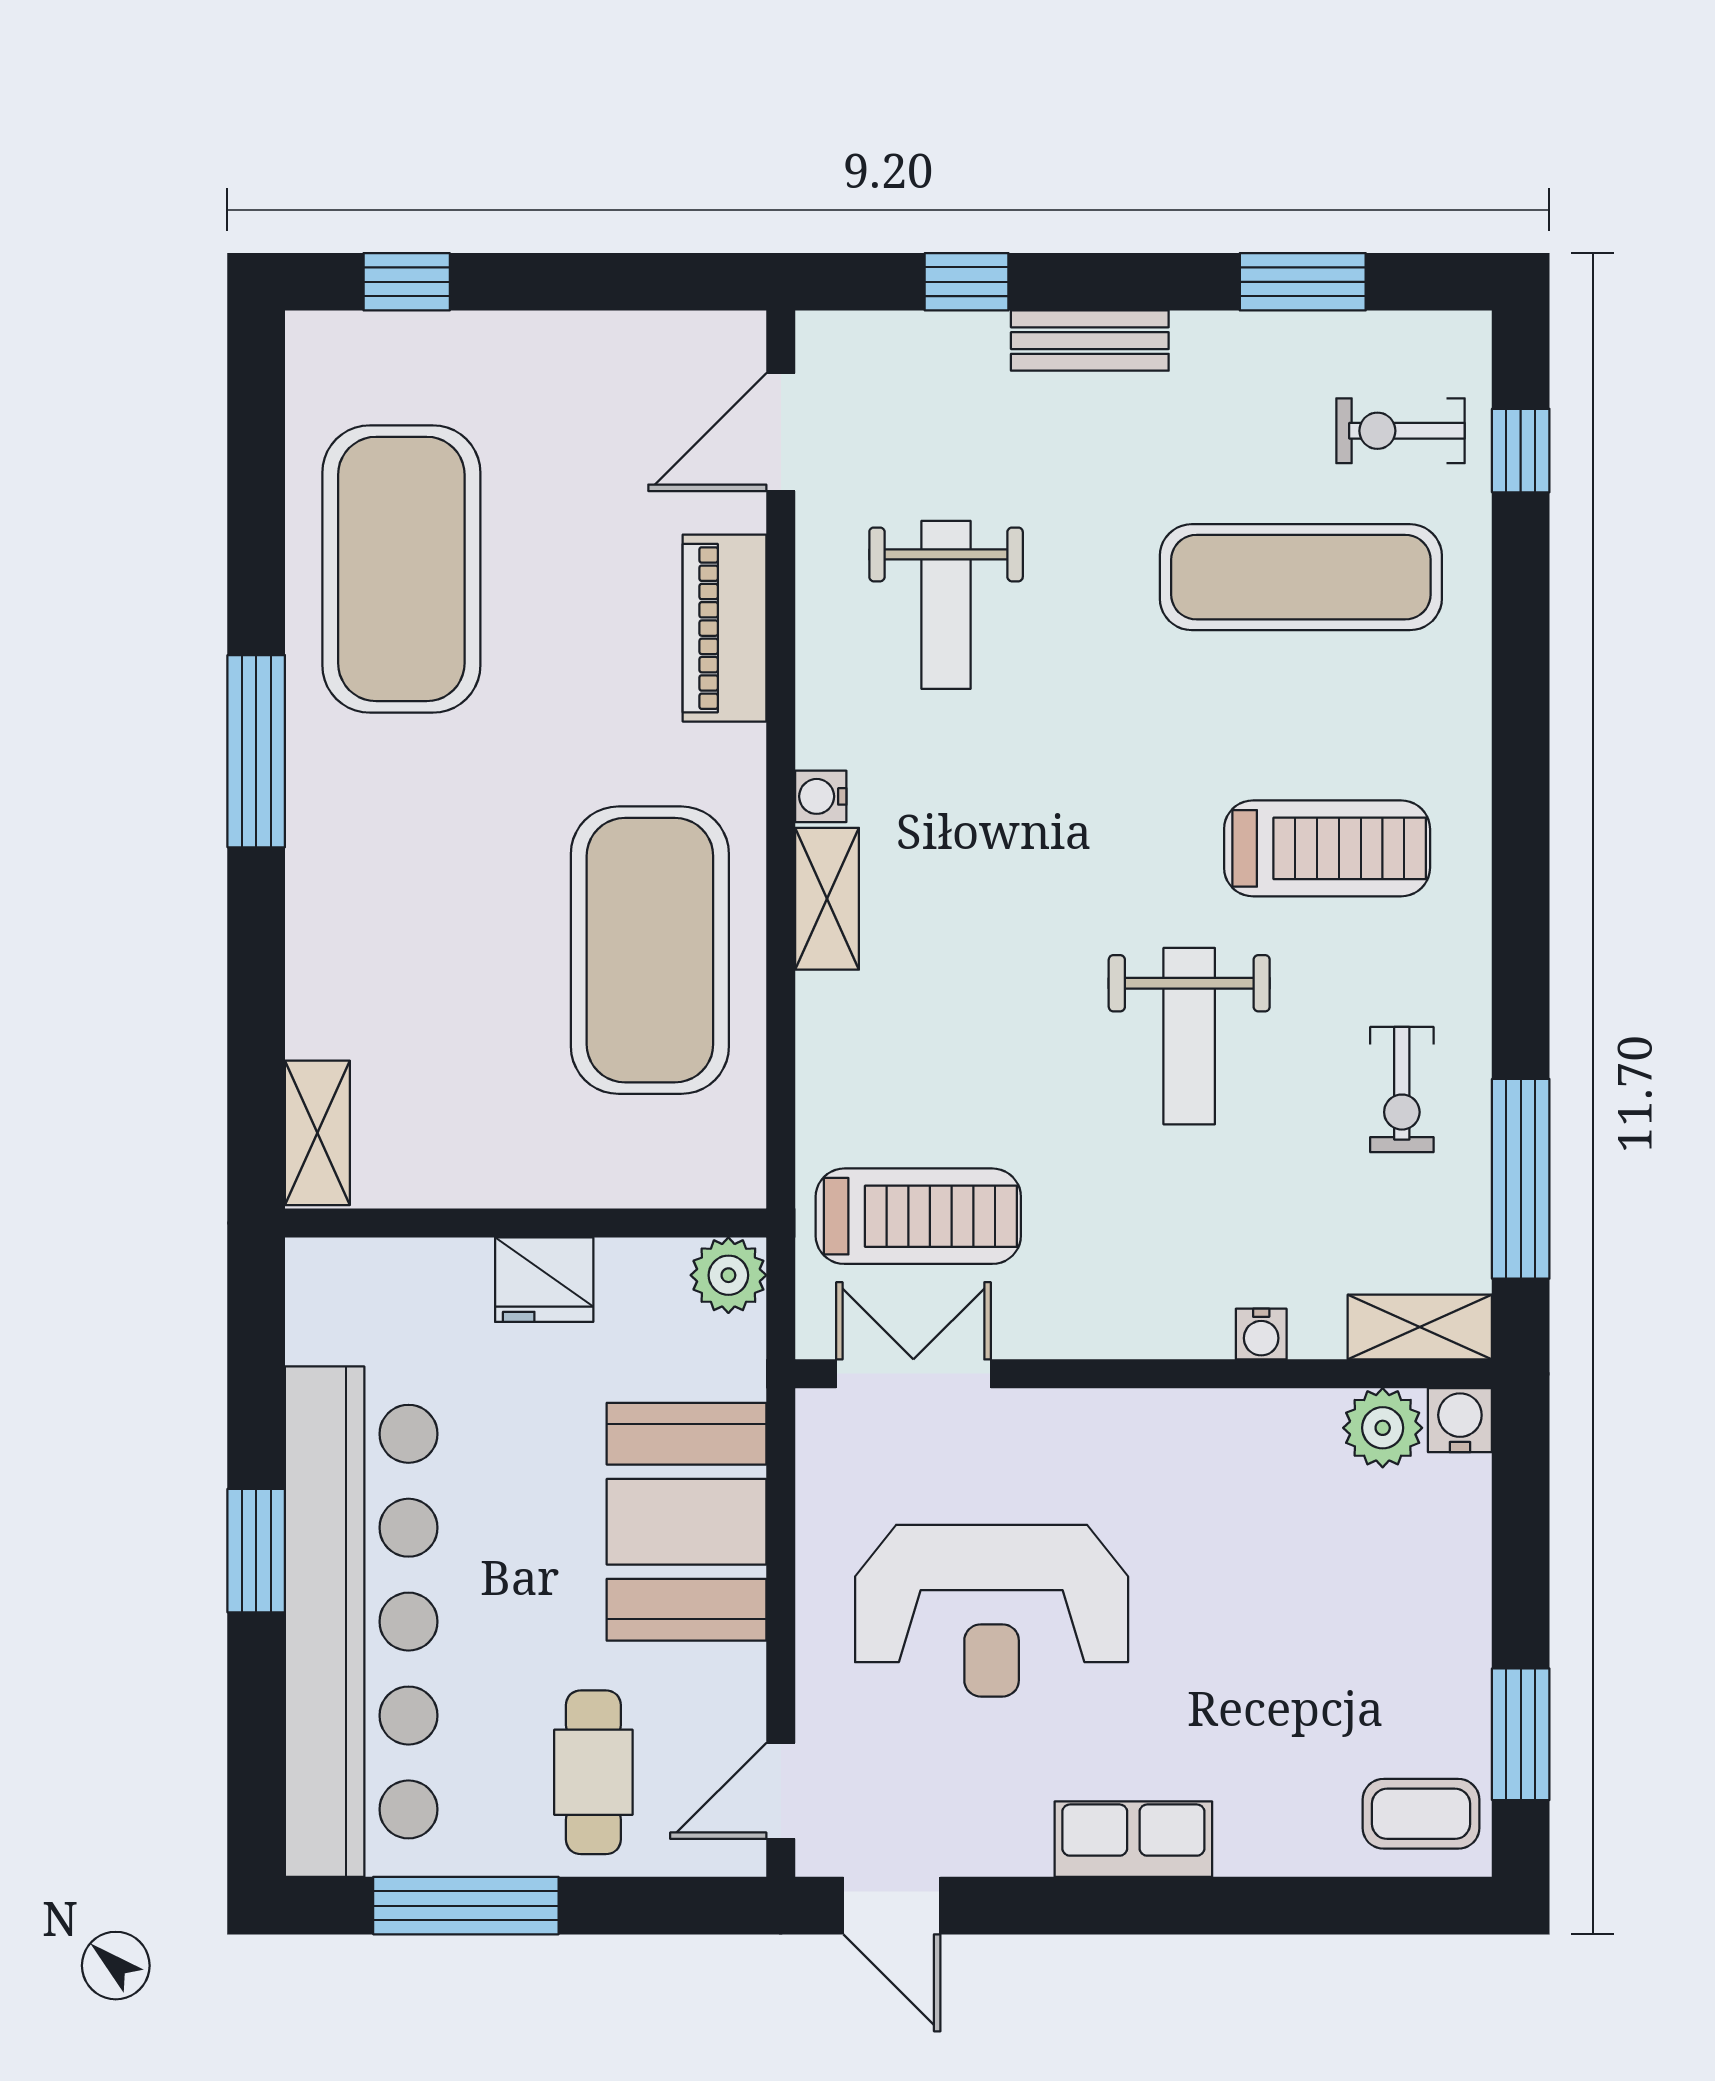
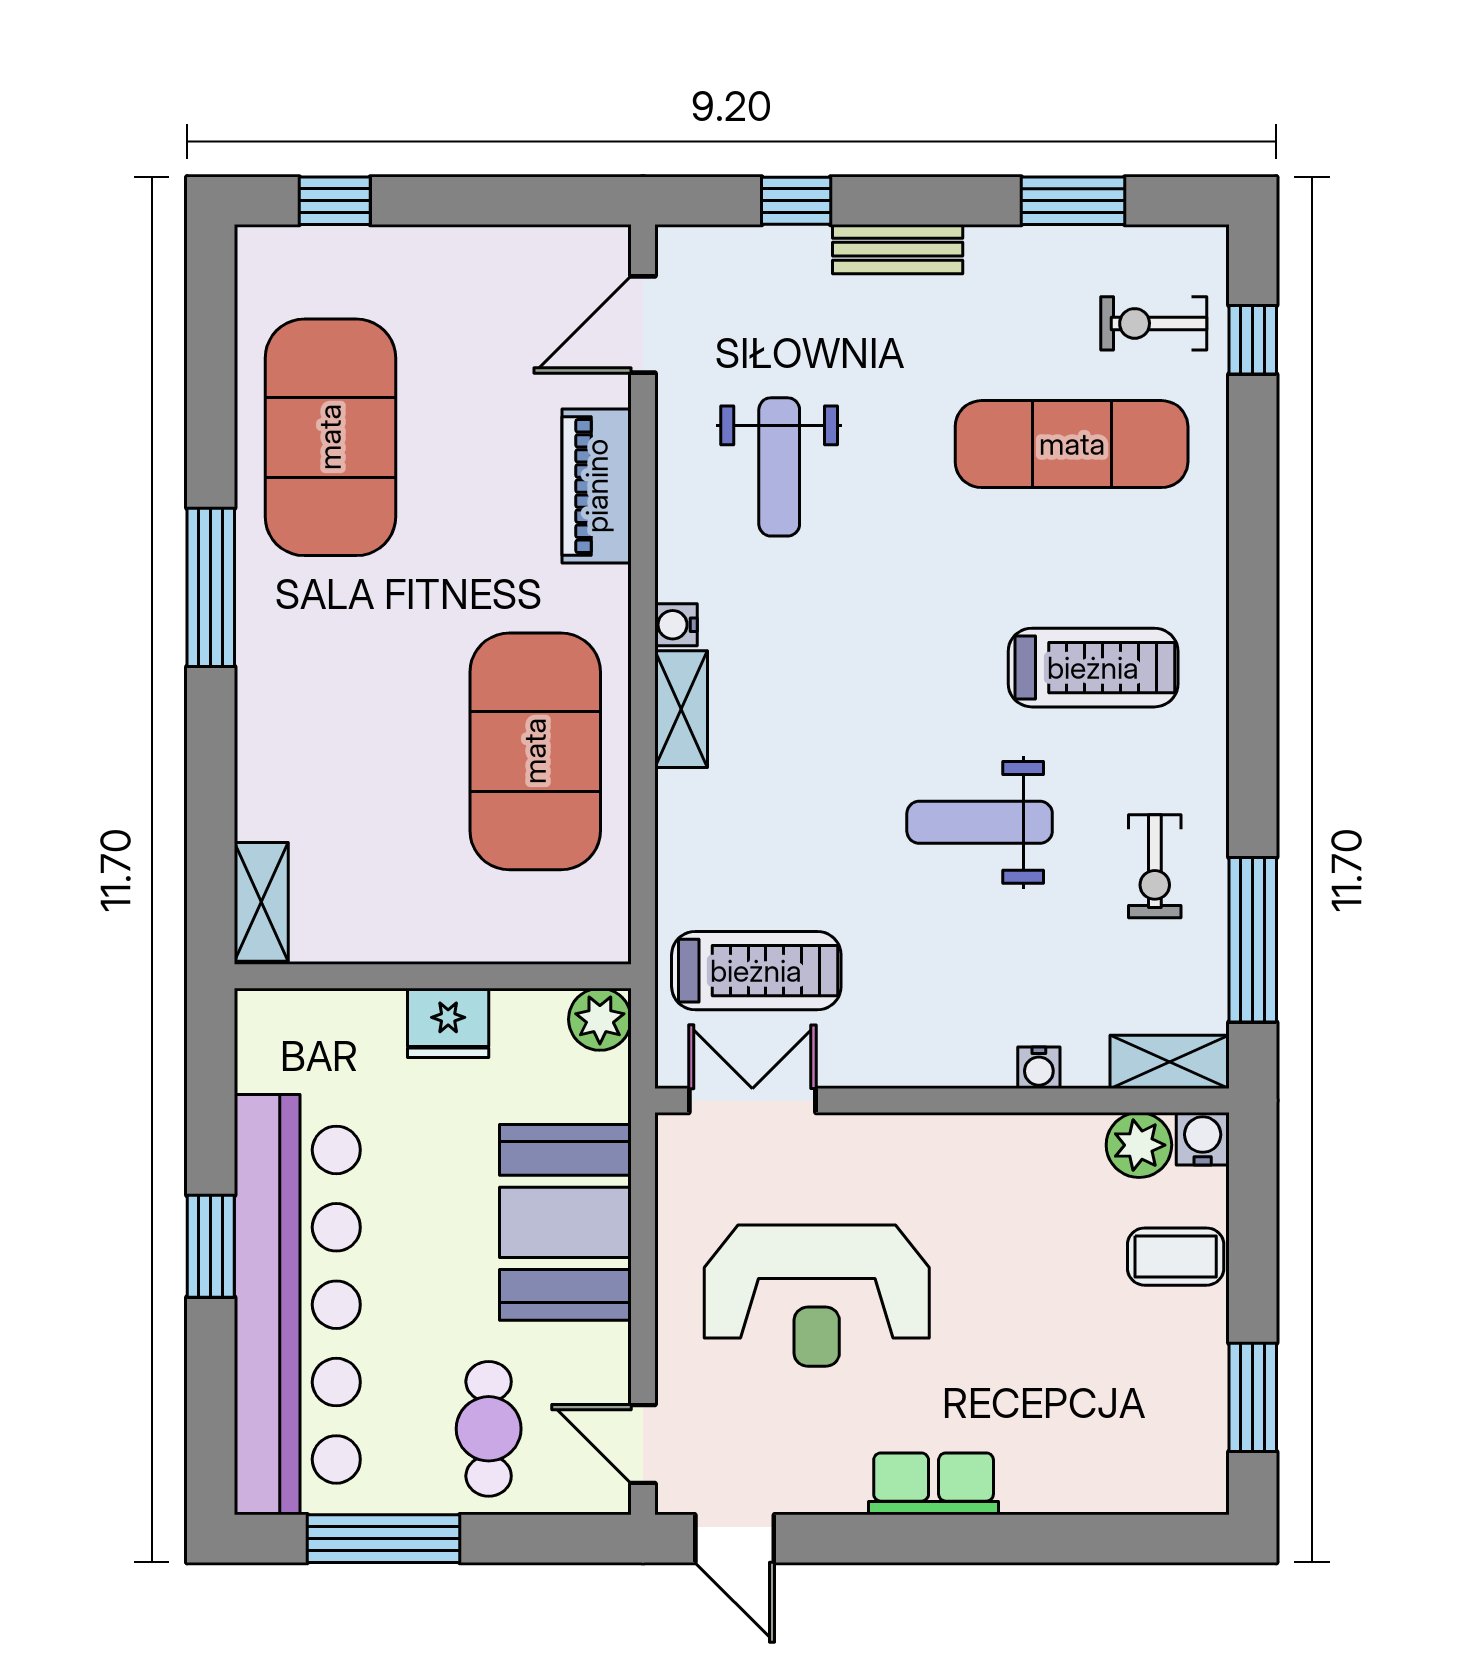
weight bench: (1189, 1036) -> (980, 822), turned 90
door: (781, 1791) -> (643, 1444), hinge flipped
coffee table: (1421, 1814) -> (1176, 1257), moved

